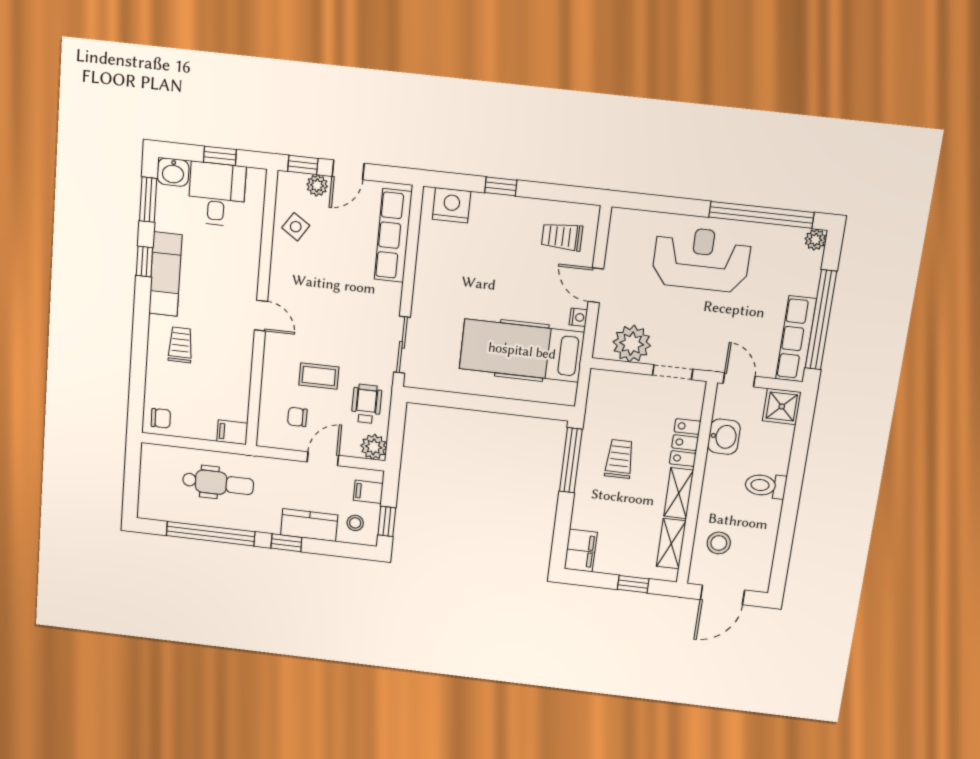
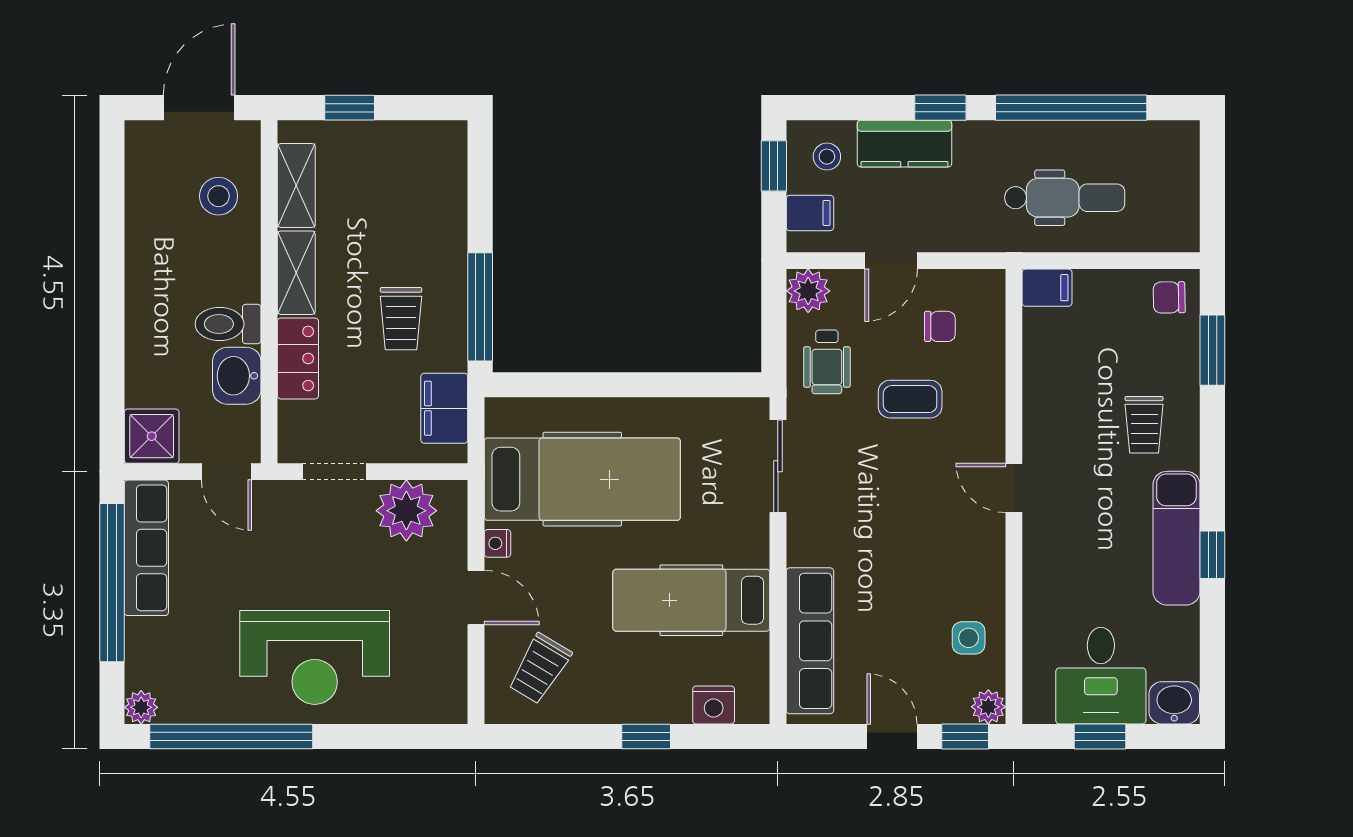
door: (348, 170) -> (892, 736), hinge flipped
plant: (317, 185) -> (988, 707), moved
window: (148, 200) -> (1212, 350), moved
nightstand: (452, 205) -> (714, 705), width x0.74, depth x0.75
side table: (296, 227) -> (969, 638), turned -34
trolley: (562, 237) -> (540, 669), turned 121
hospital bed: (463, 269) -> (691, 600), added
dental chair: (218, 483) -> (1065, 198), turned 180
toilet: (766, 486) -> (228, 324), moved, turned 180
filing cabinet: (581, 551) -> (444, 408), moved

